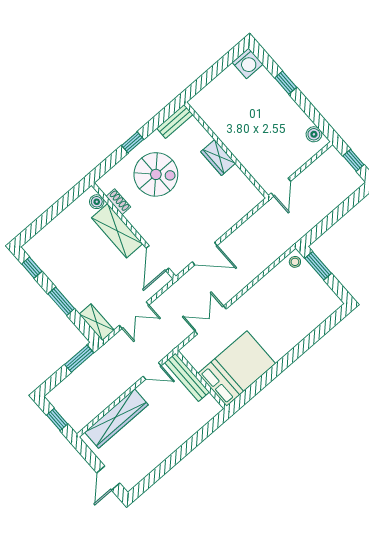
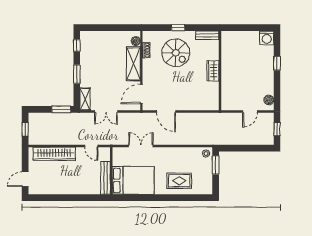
door: (281, 187) -> (250, 112), moved
rug: (291, 322) -> (179, 181), added
bench: (187, 377) -> (105, 178), moved

